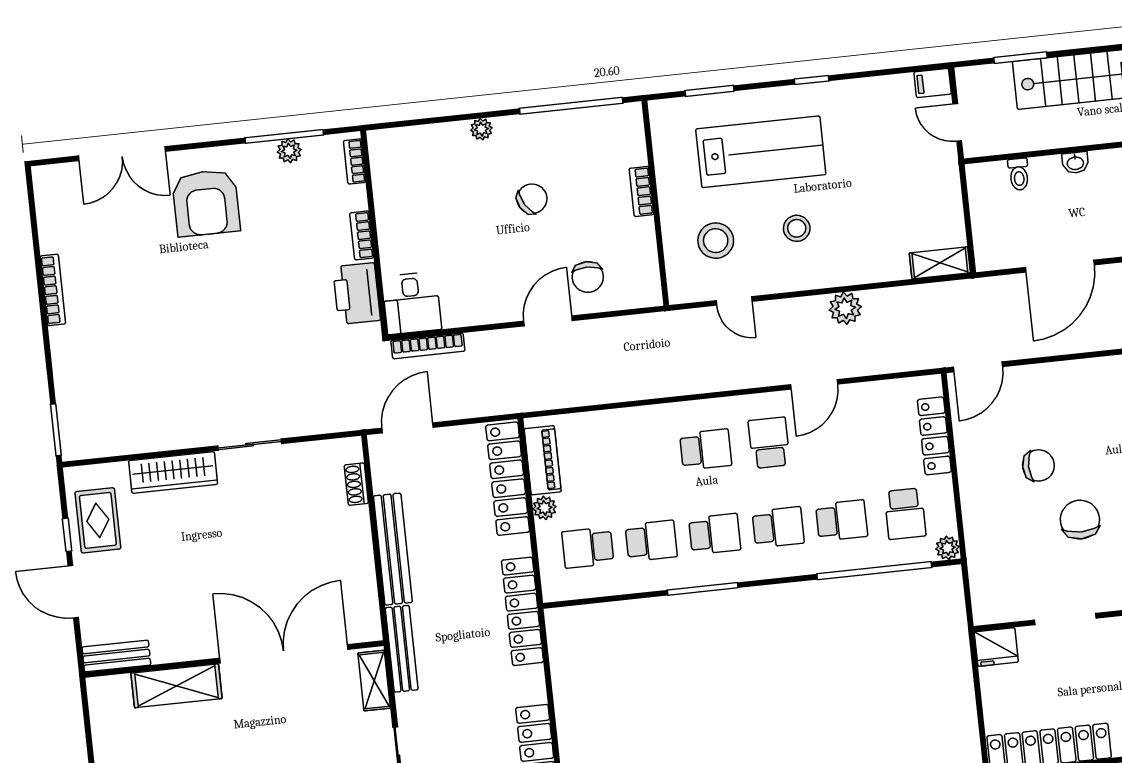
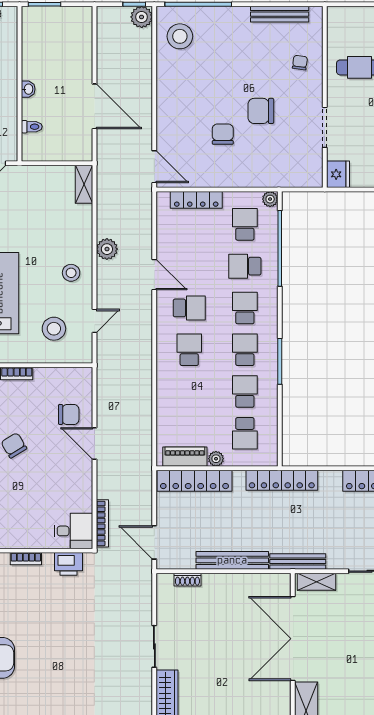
stool: (797, 228) -> (71, 273), moved
printer: (357, 294) -> (69, 564), width x0.73, depth x0.84
school desk: (769, 443) -> (189, 308), turned 180
school desk: (905, 514) -> (245, 224), turned -90
school desk: (842, 520) -> (245, 266), turned -90

